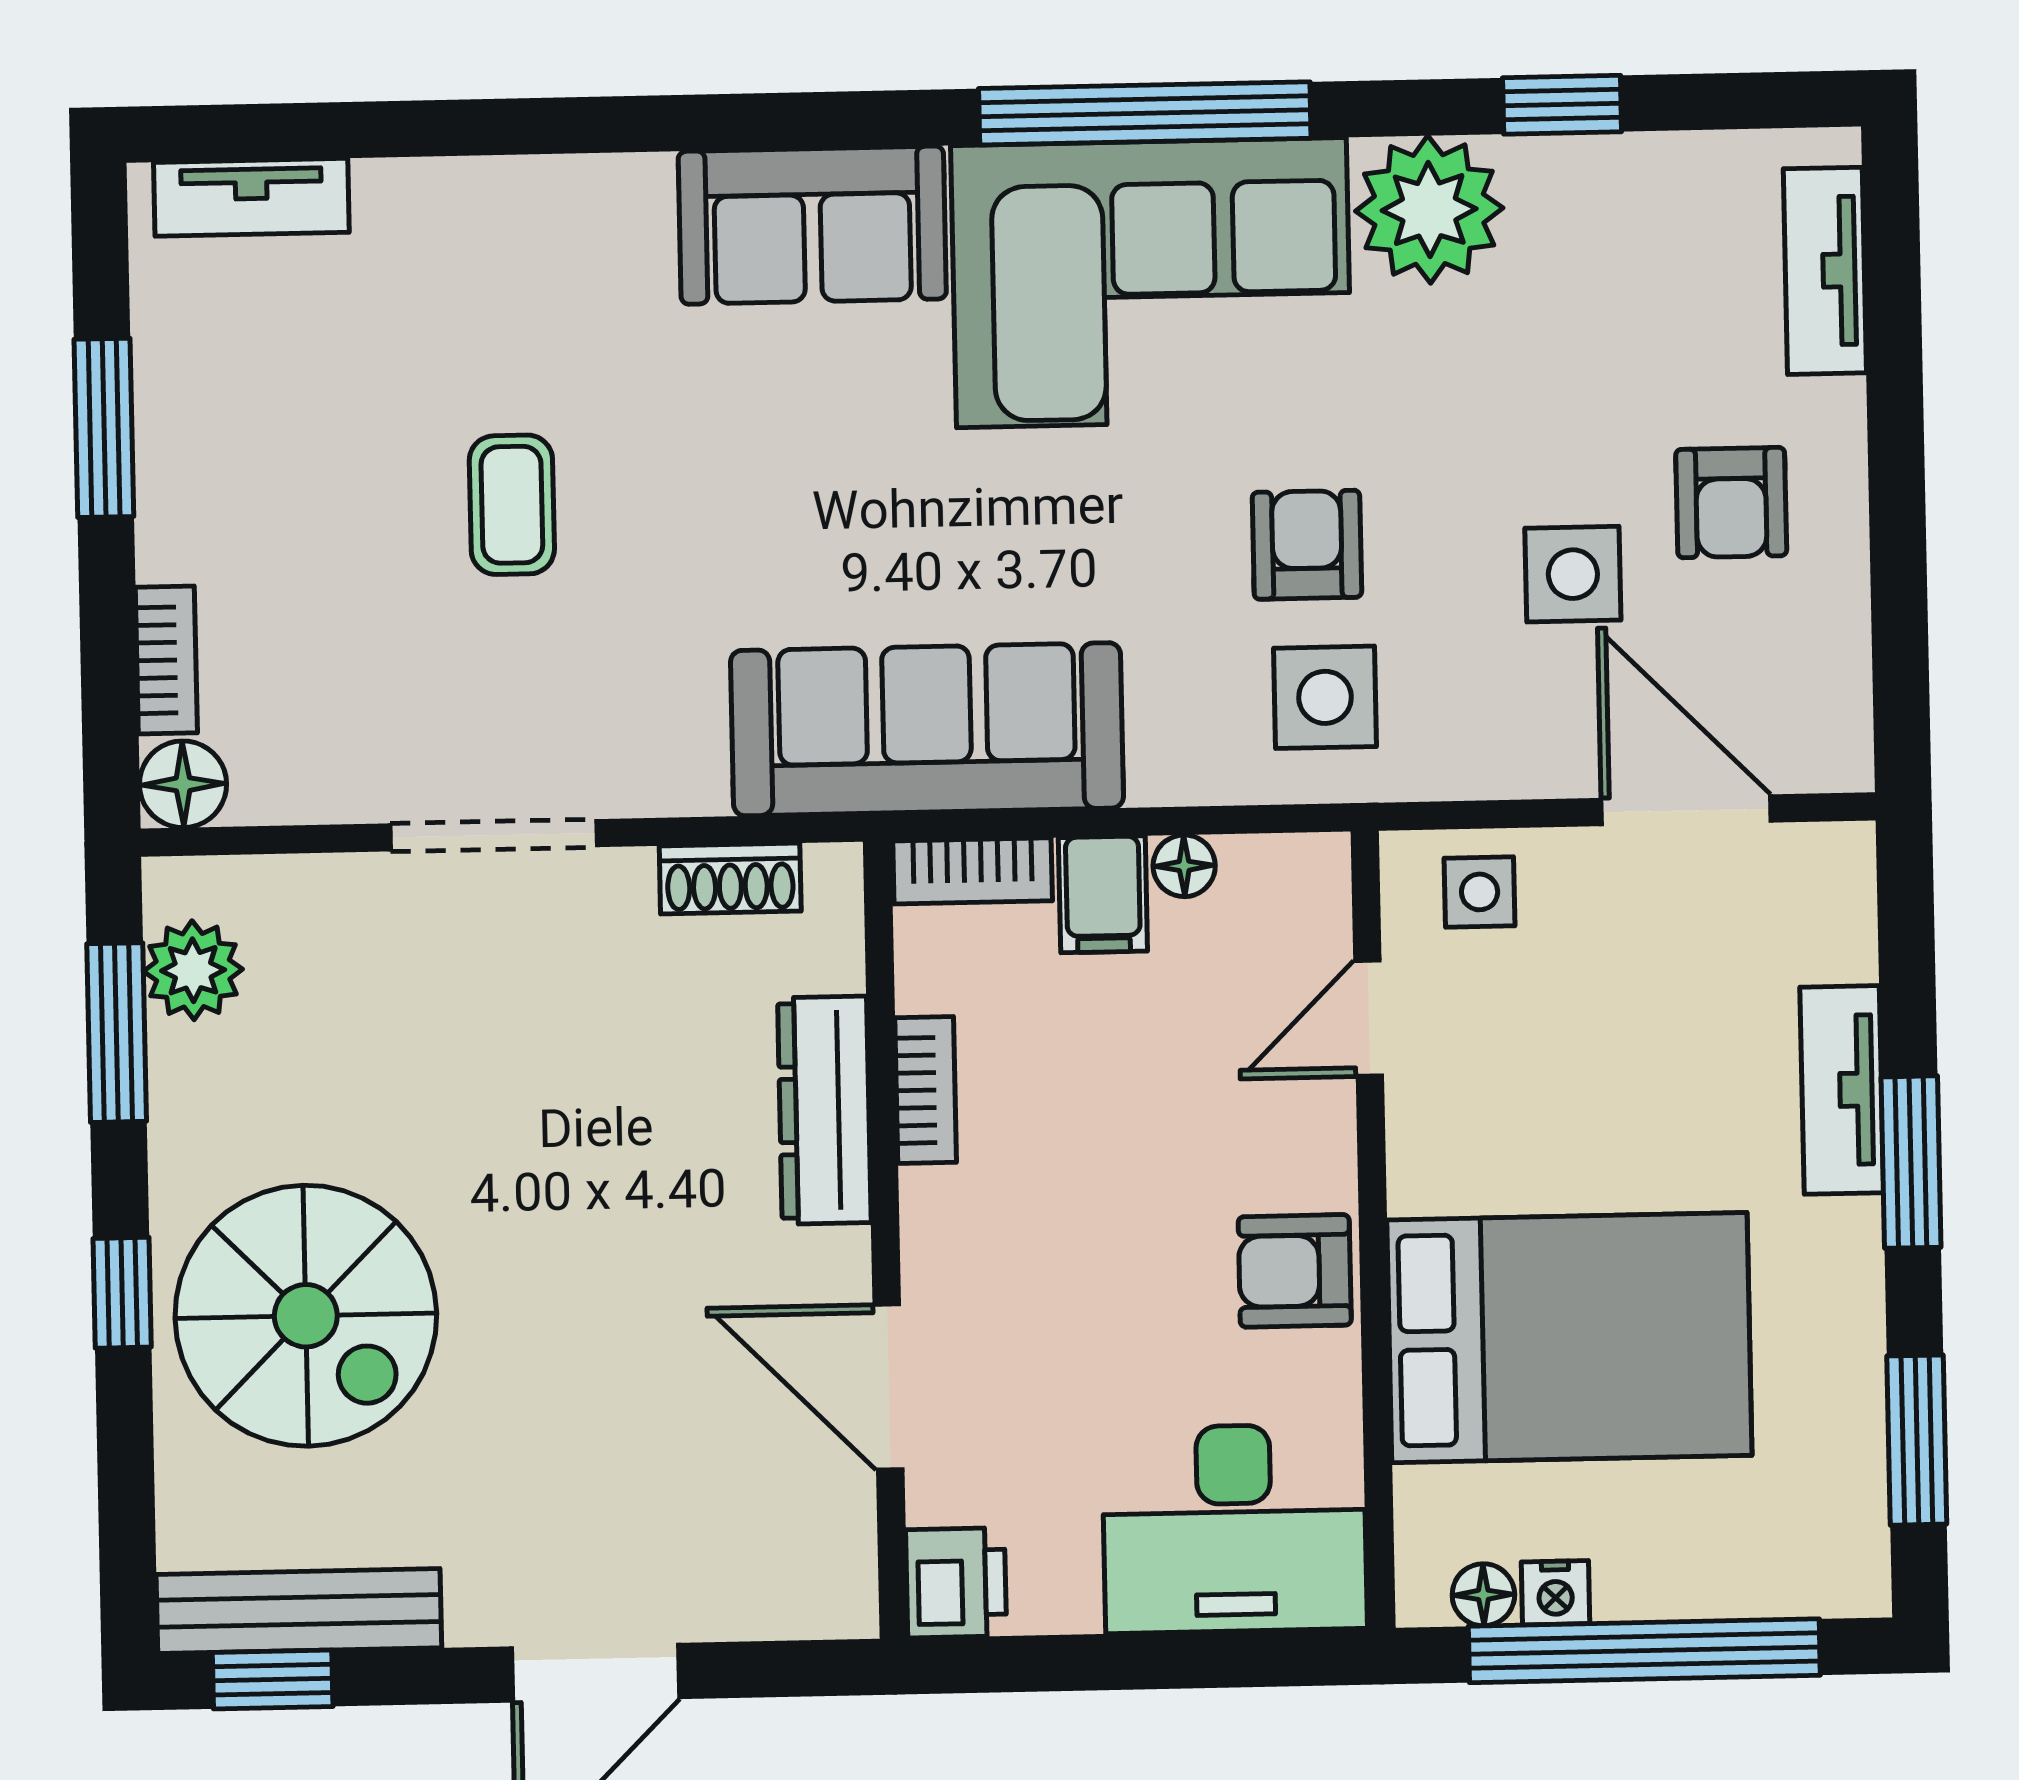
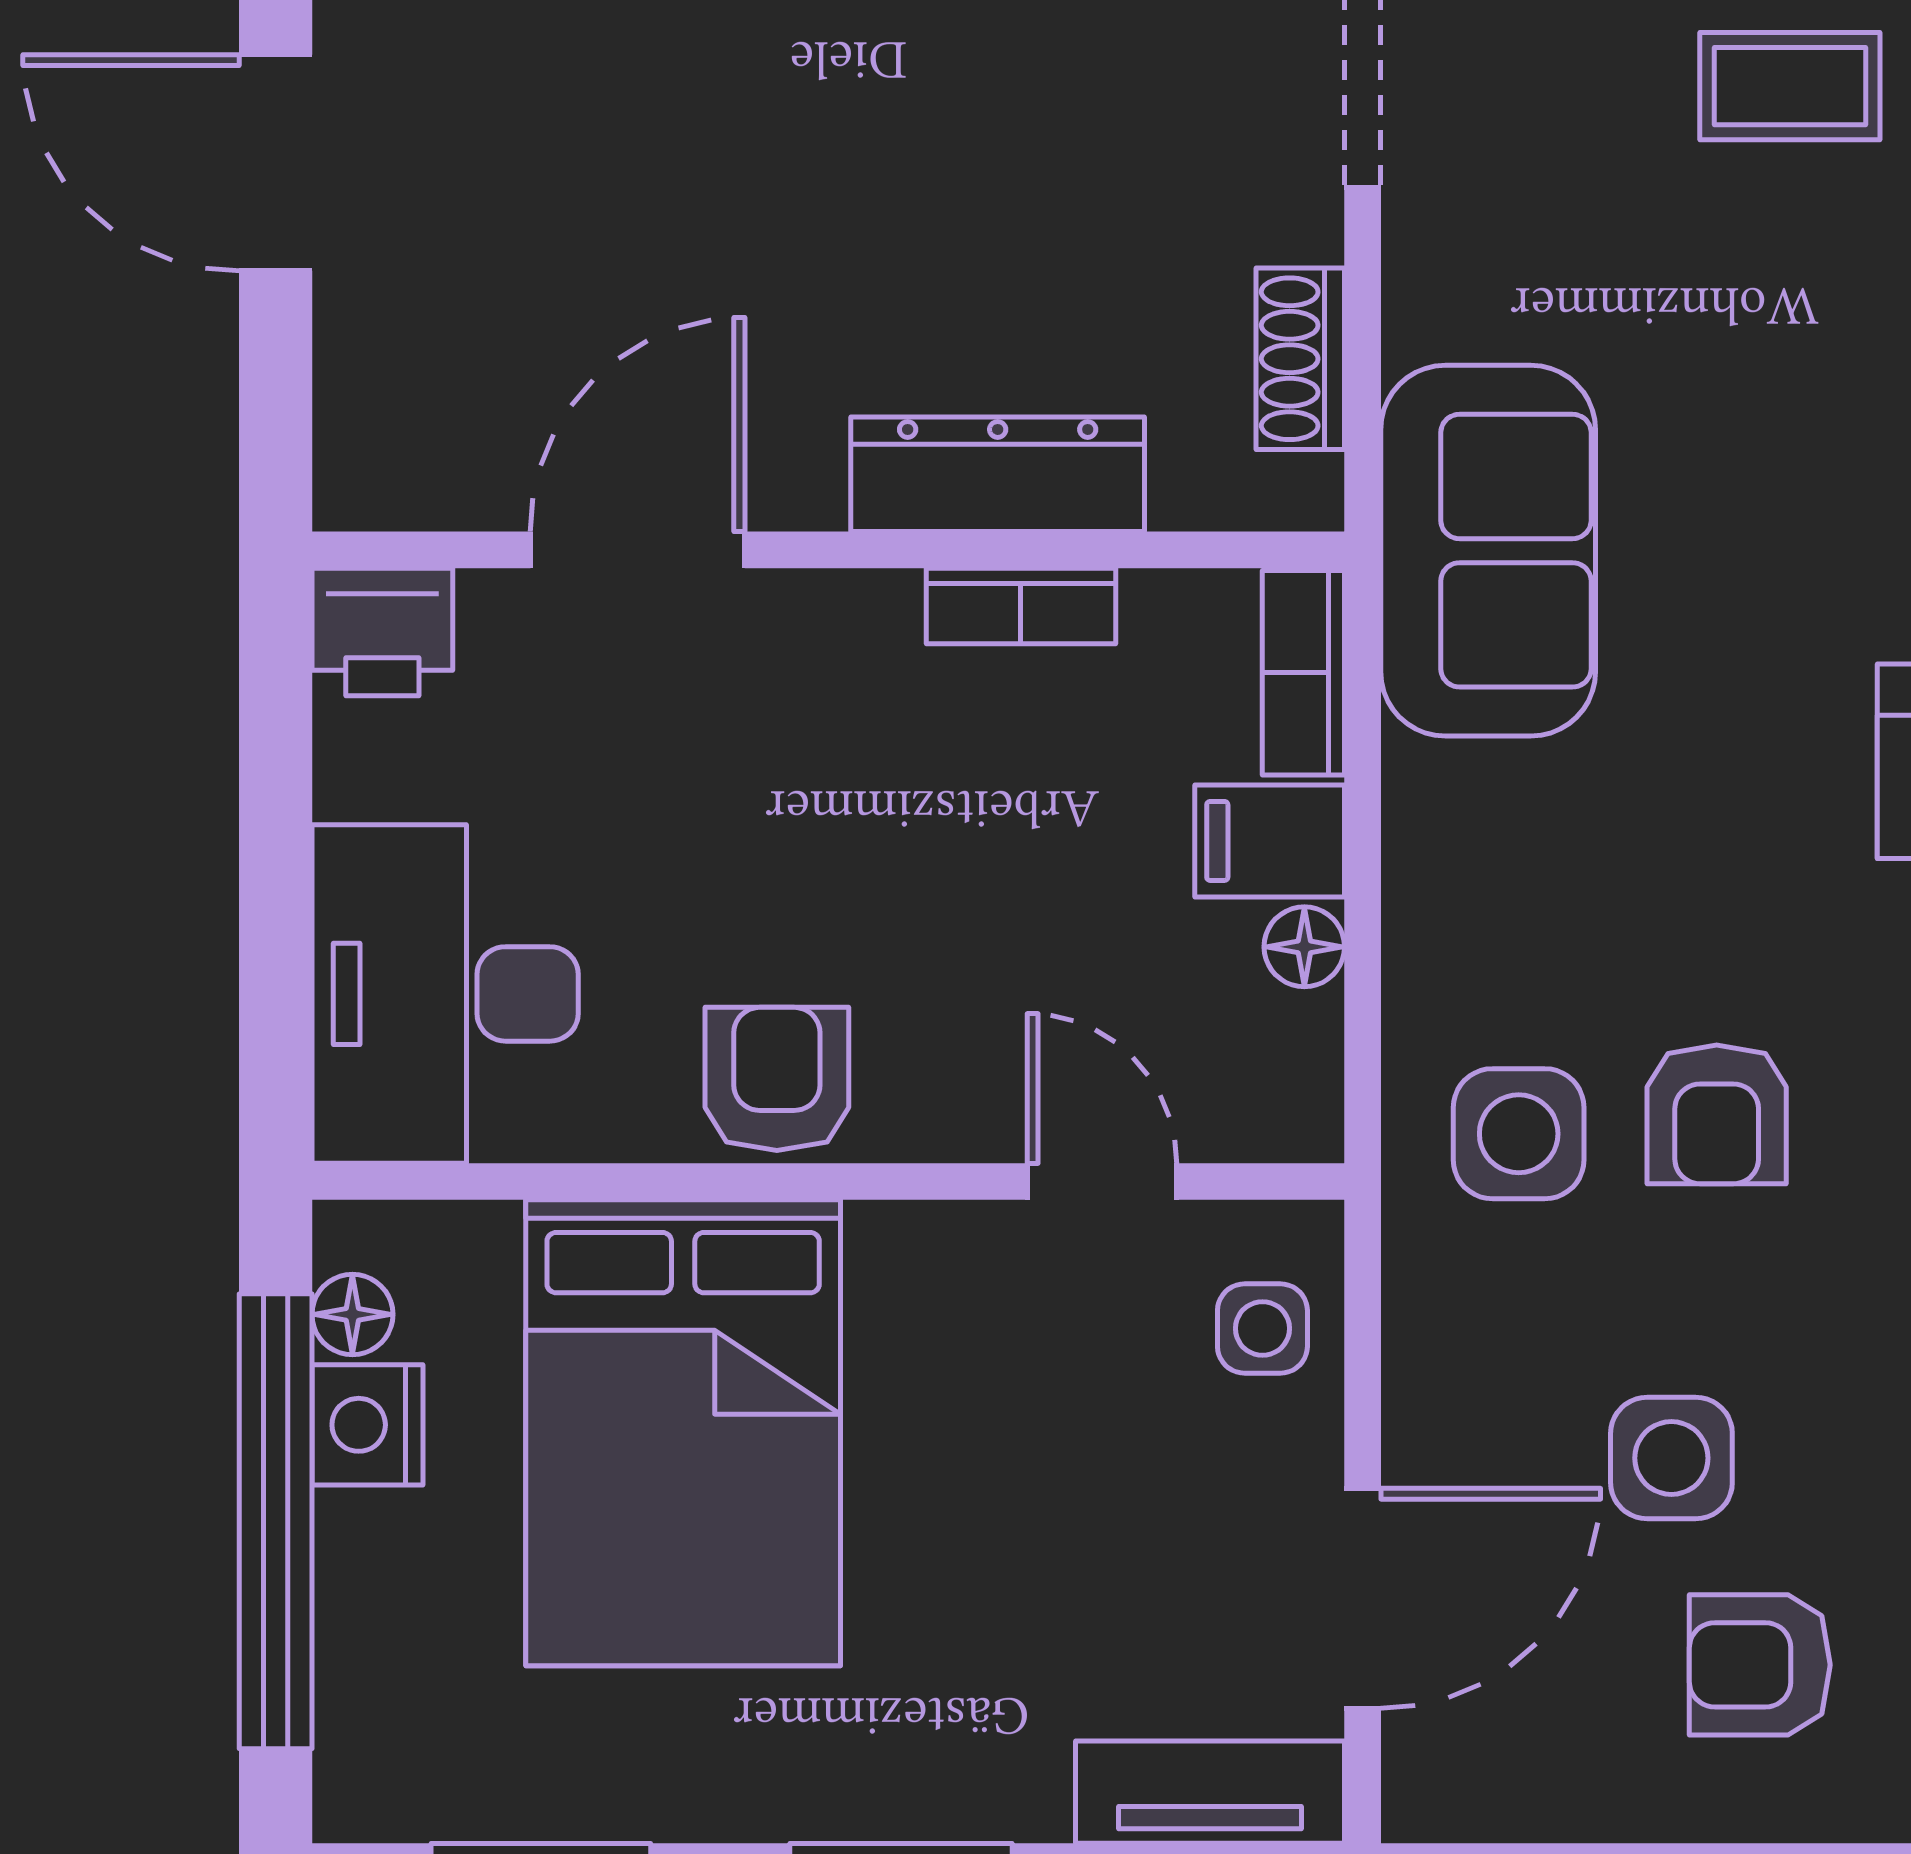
armchair: (1307, 545) -> (1717, 1114), turned 90
sofa: (927, 729) -> (1488, 551), width x0.73
tv unit: (1842, 1090) -> (1210, 1792), moved
nightstand: (1556, 1593) -> (368, 1425), width x1.39, depth x1.35

